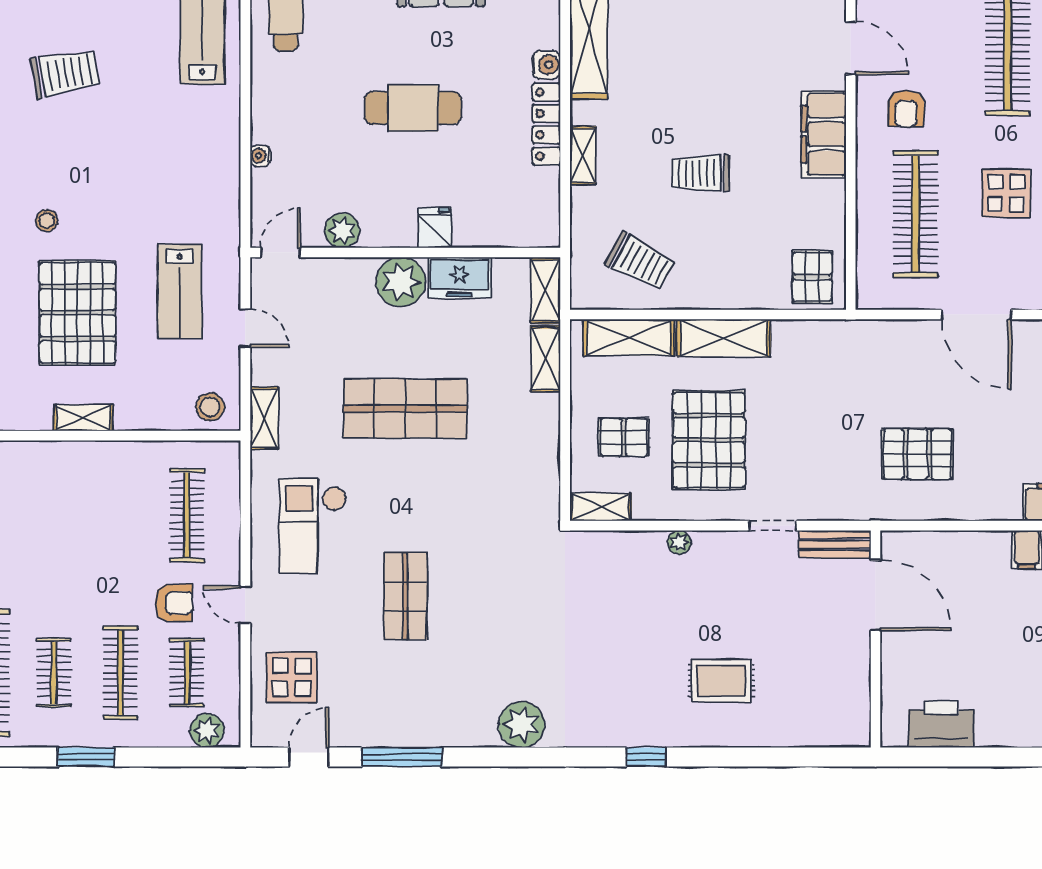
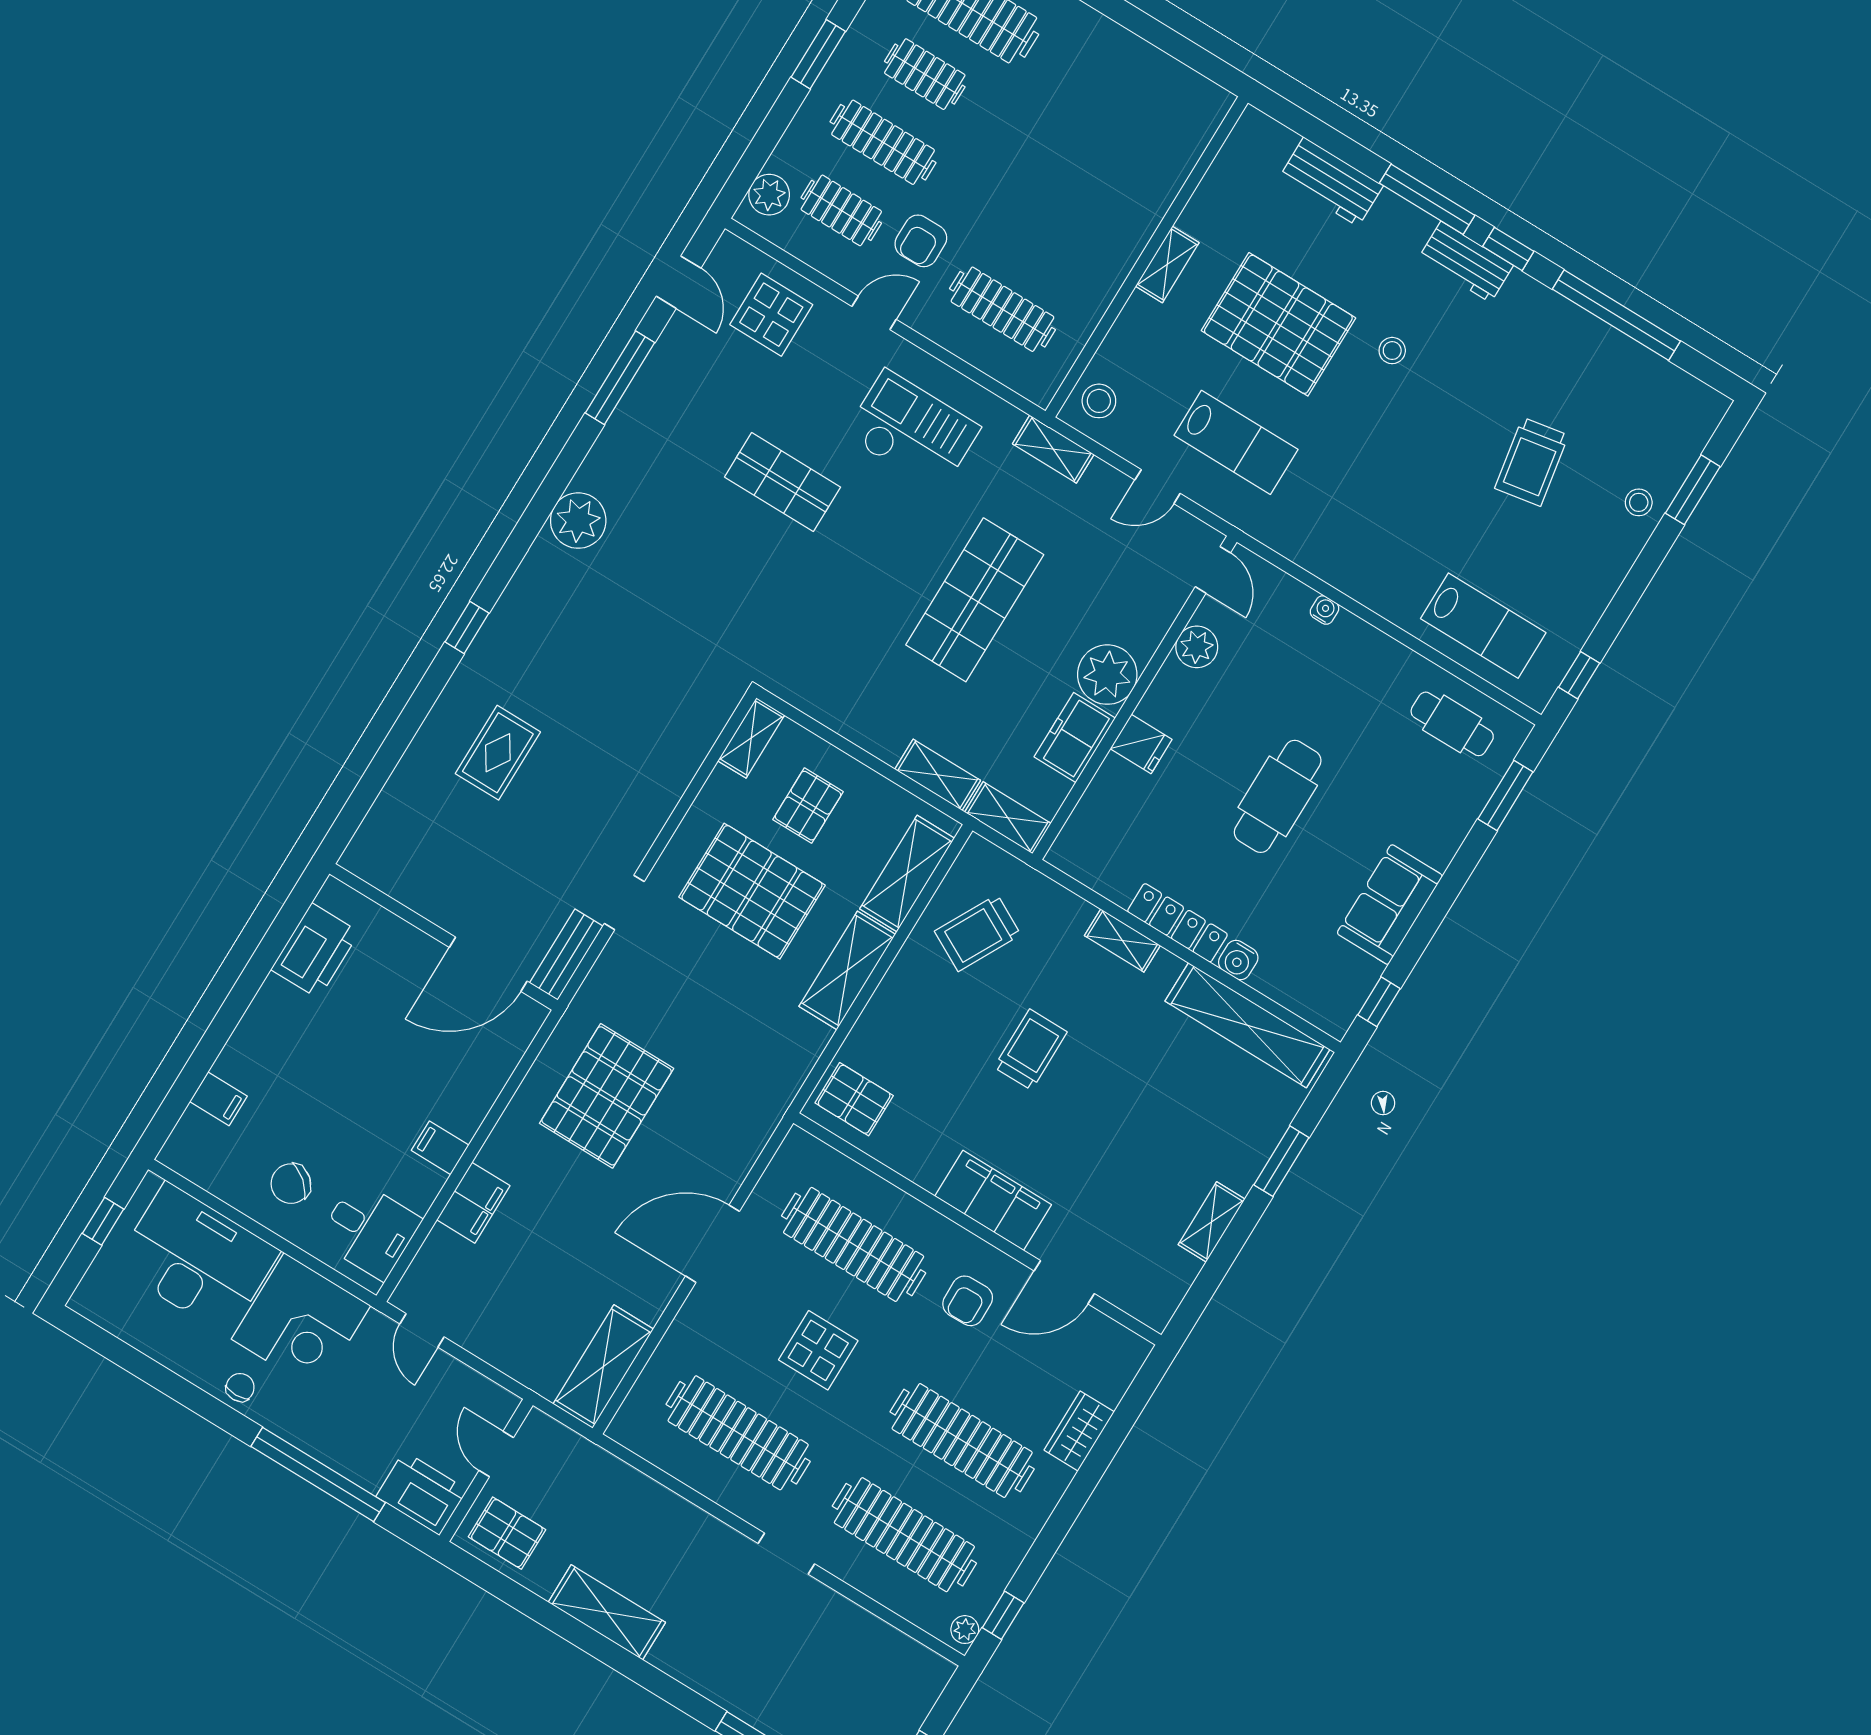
armchair: (906, 109) -> (968, 1301), turned -91
lab bench: (180, 292) -> (1236, 442), turned 180
pallet: (918, 454) -> (607, 1096), width x1.37, depth x1.41
plant: (679, 542) -> (666, 797), removed

